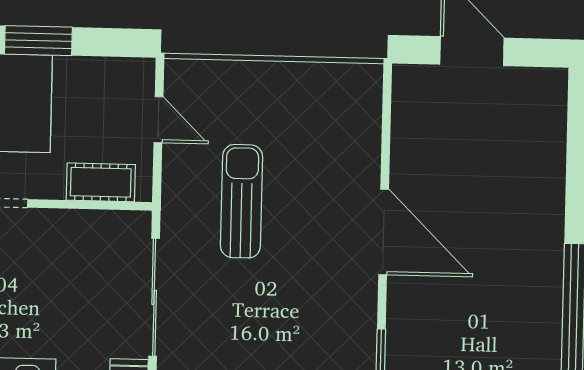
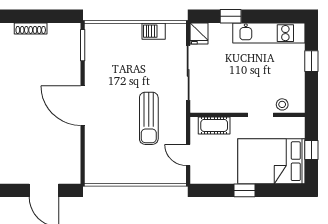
window: (38, 41) -> (245, 190), width x0.67

